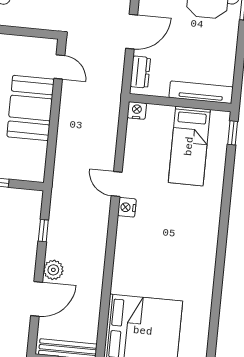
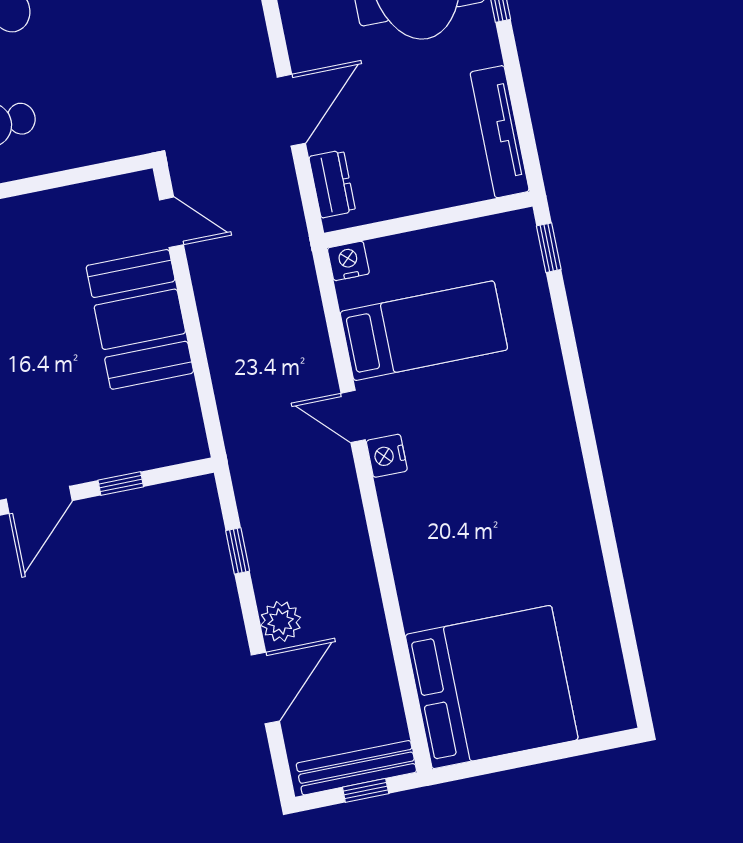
tv unit: (201, 92) -> (500, 132), moved, turned -90
bed: (189, 146) -> (424, 331), moved, turned -90

